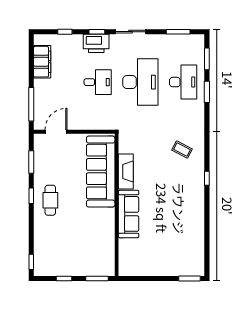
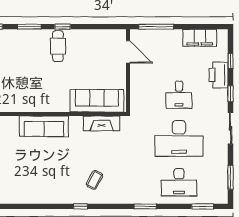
printer: (96, 43) -> (219, 75), moved
window: (207, 92) -> (145, 206), moved
coffee table: (182, 150) -> (94, 180), moved
window: (31, 162) -> (29, 27), moved
fireplace: (126, 171) -> (102, 123), moved
sofa: (101, 172) -> (97, 101), width x0.74, depth x0.79
cafe table: (50, 200) -> (58, 46), turned 90

